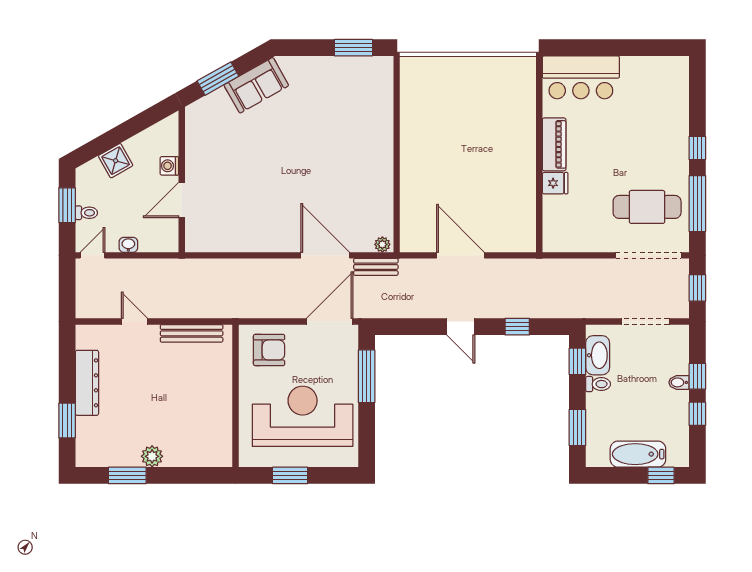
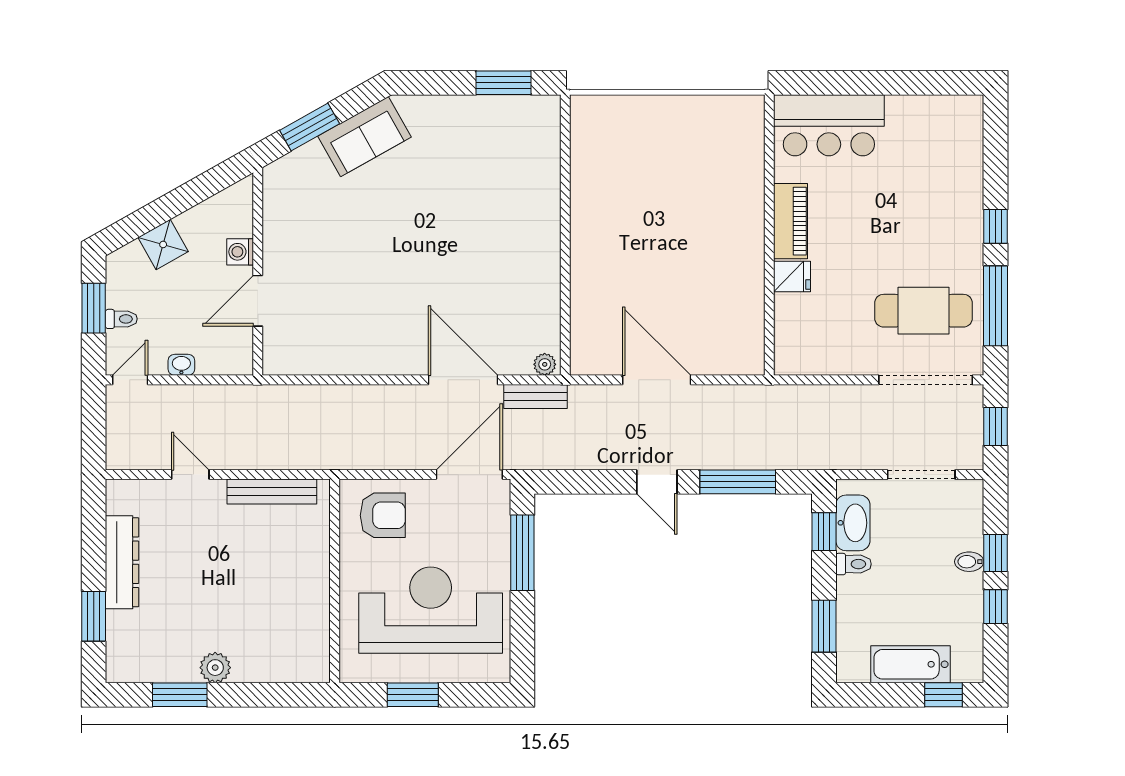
window: (517, 327) -> (738, 482), width x2.17

